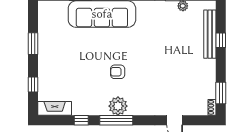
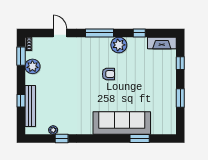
plant: (207, 81) -> (32, 66), added
plant: (118, 106) -> (119, 45), moved
window: (116, 120) -> (99, 33), moved

